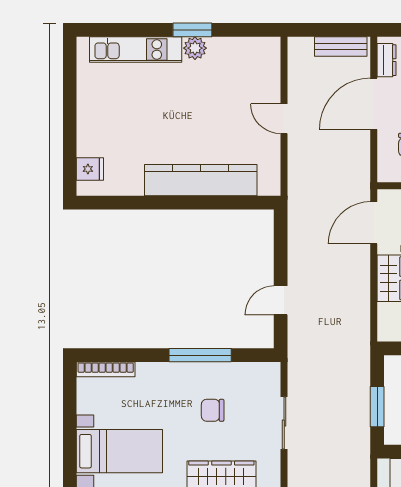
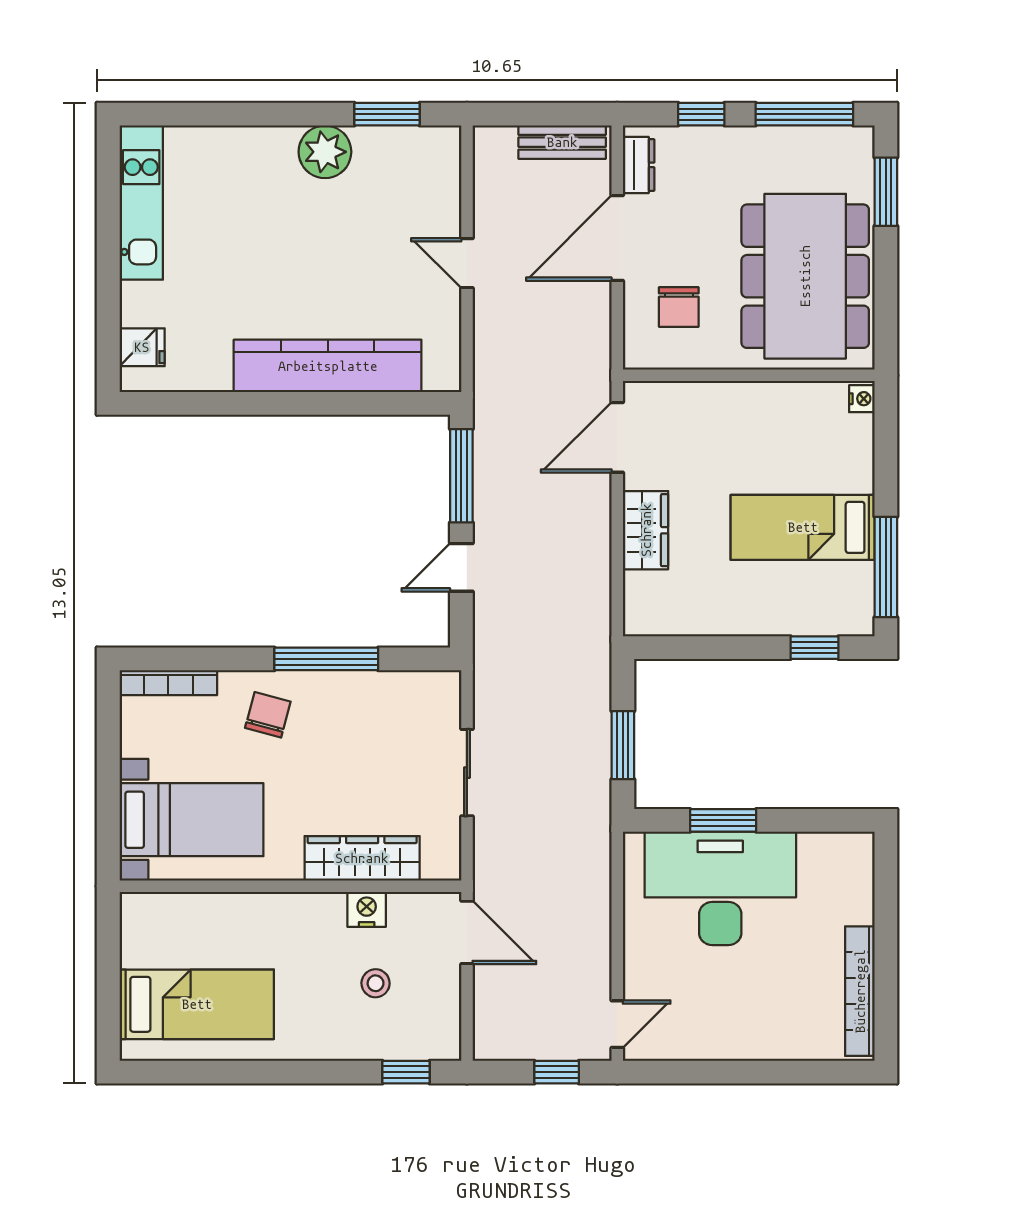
window: (192, 30) -> (387, 114), moved
plant: (195, 48) -> (325, 152), width x1.36, depth x1.36
kitchen unit: (136, 50) -> (141, 203), moved, turned -90
window: (281, 246) -> (461, 476), added
chair: (213, 410) -> (268, 715), moved, turned 105

